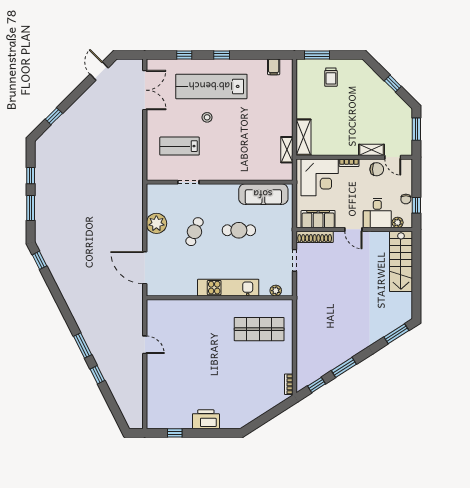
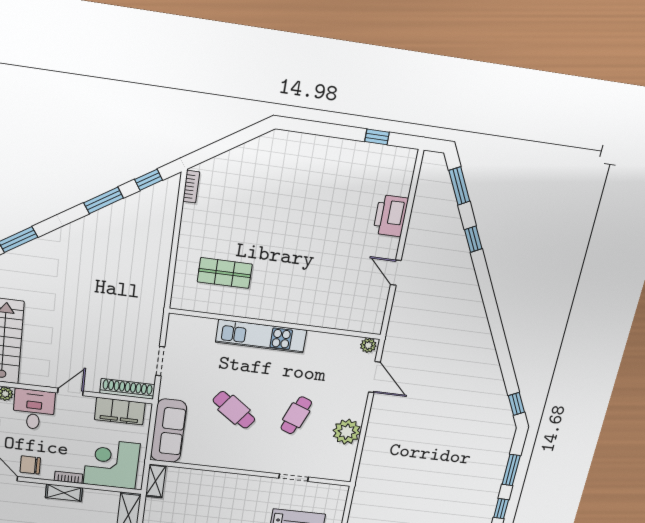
shelving: (287, 150) -> (156, 481), moved
shelving: (371, 150) -> (64, 493), moved
sofa: (263, 194) -> (169, 431), moved, turned 90
door: (353, 229) -> (70, 392), hinge flipped
cafe table: (239, 230) -> (234, 410), turned 36
door: (145, 268) -> (374, 377), width x0.73
plant: (276, 291) -> (368, 345), moved
shop shelf: (259, 329) -> (225, 273), width x0.70, depth x0.74
window: (83, 346) -> (459, 186), moved
printer: (206, 419) -> (391, 216), moved, turned 90

